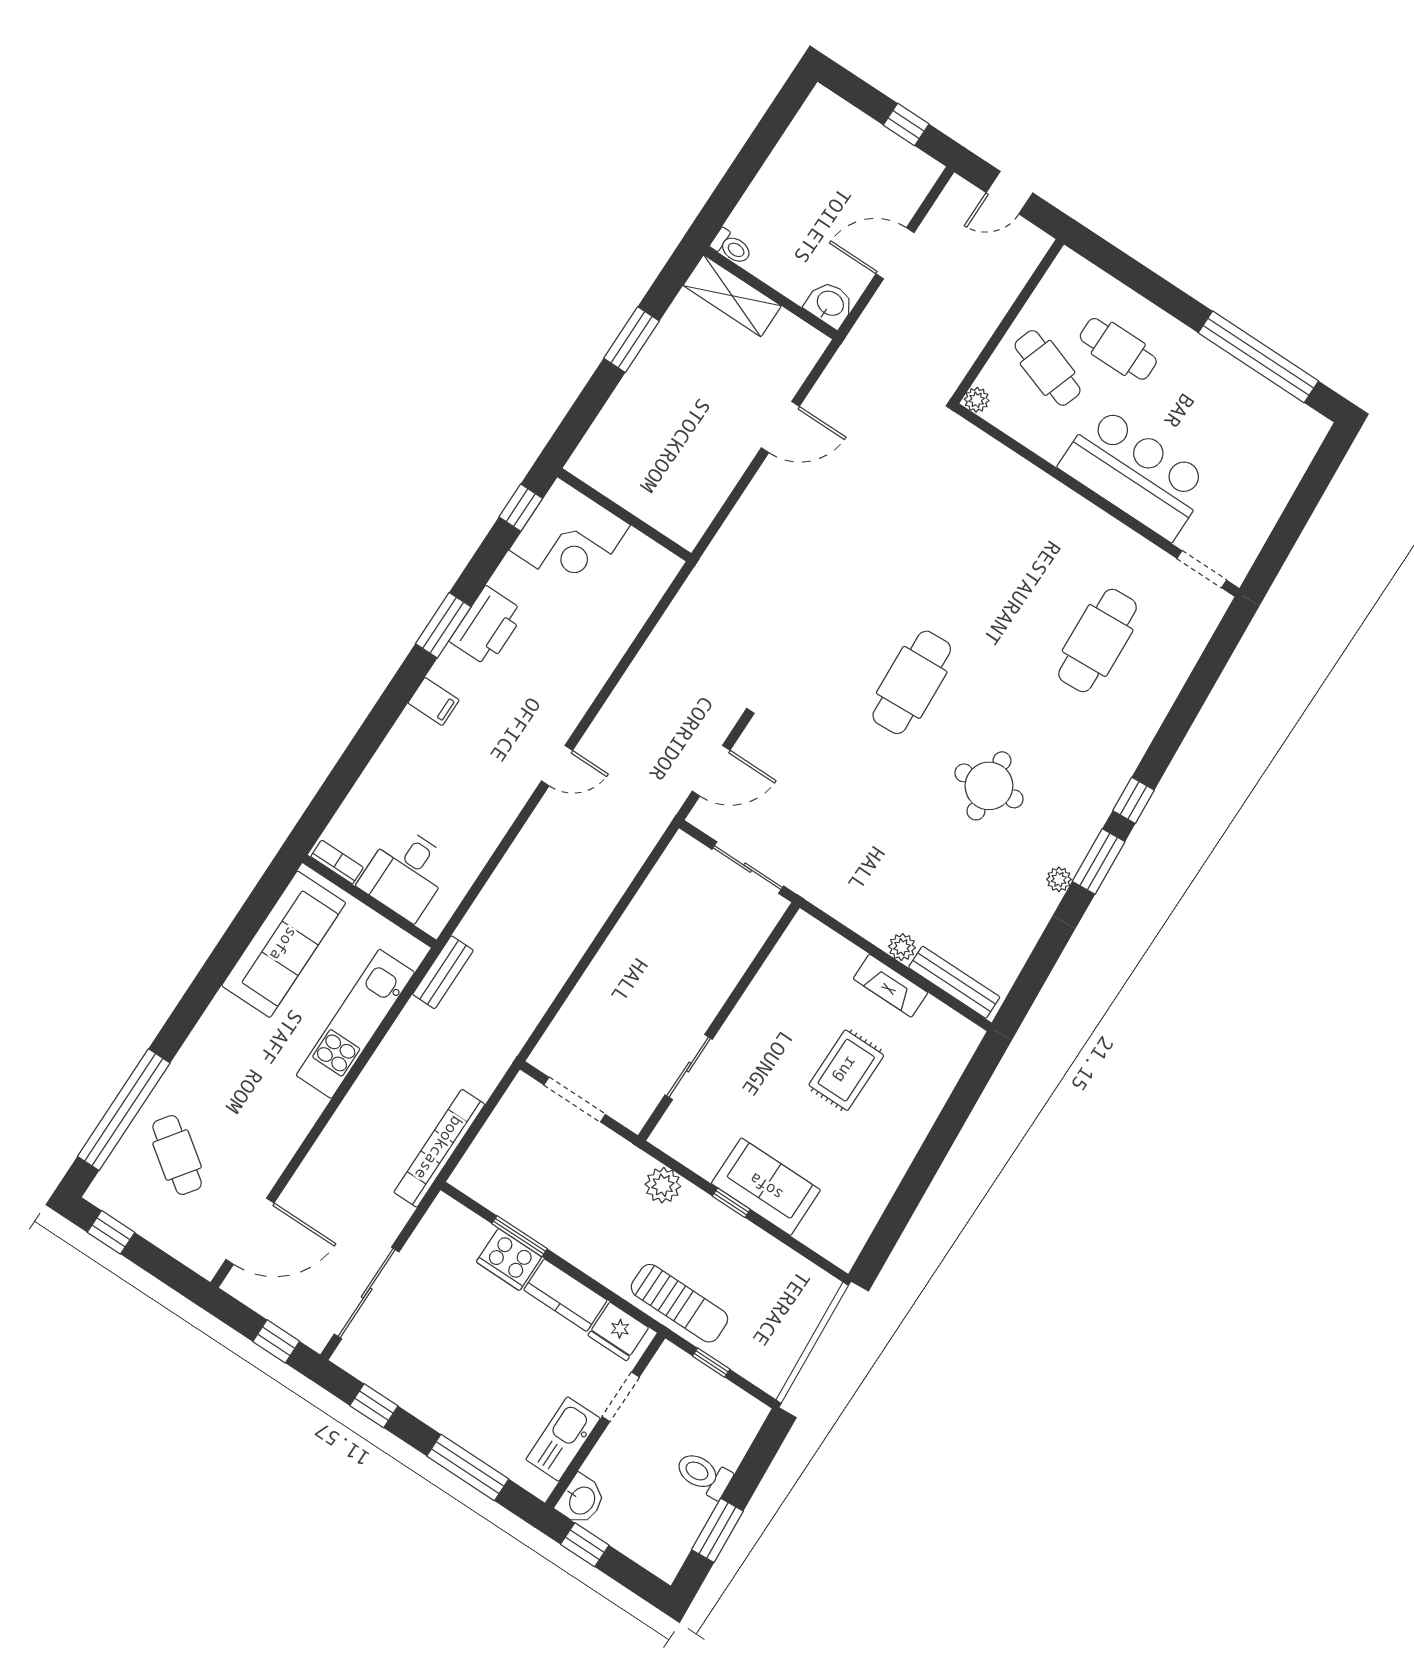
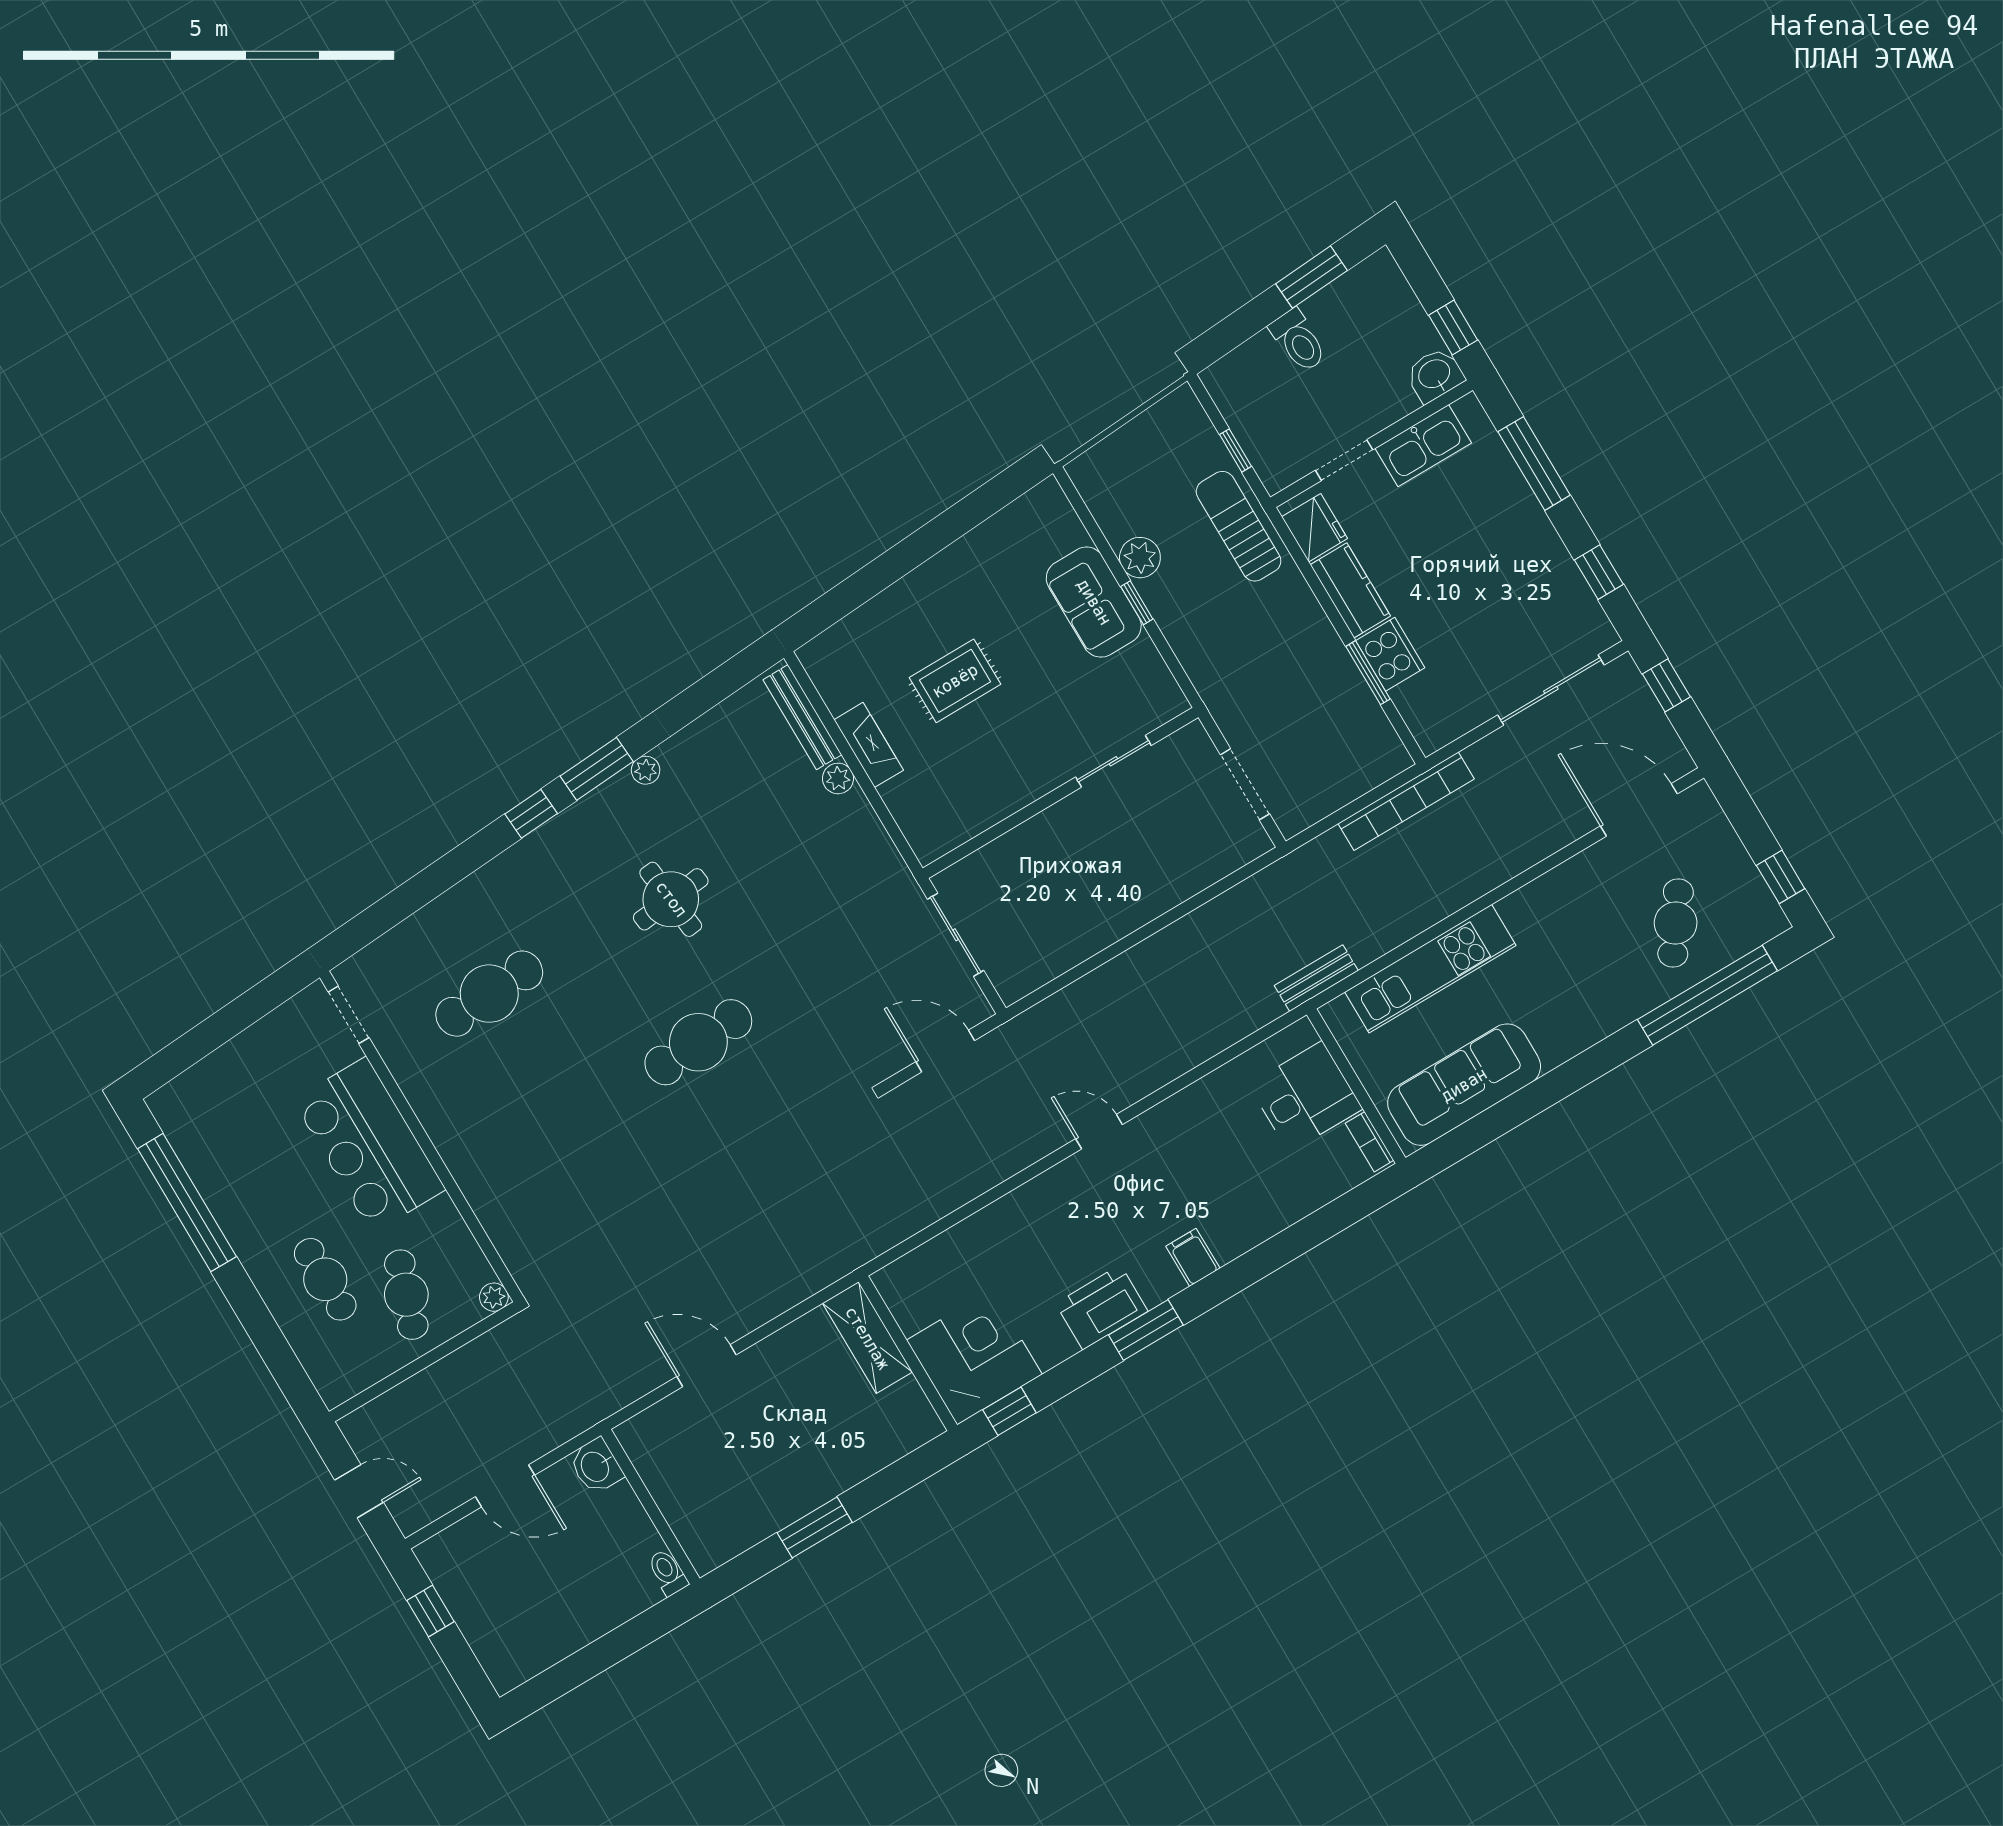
shelving: (732, 296) -> (867, 1338), moved
plant: (663, 1185) -> (1140, 558), moved

